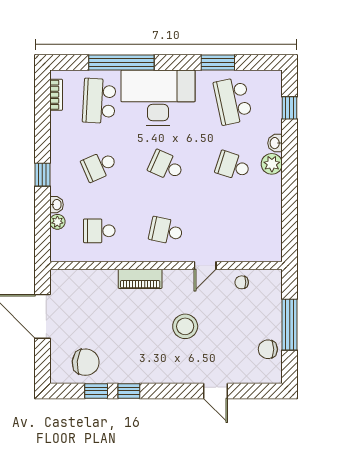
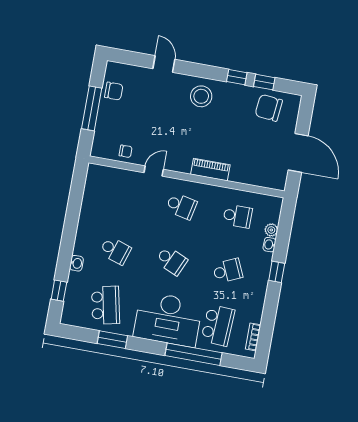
plant: (272, 164) -> (82, 246), removed
stool: (185, 326) -> (201, 96), moved

